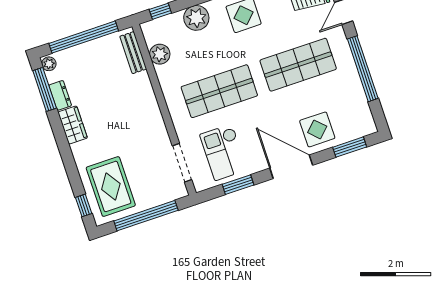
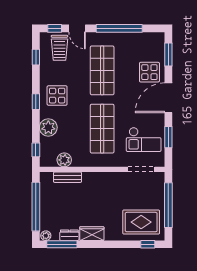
bench: (133, 53) -> (68, 177), moved

